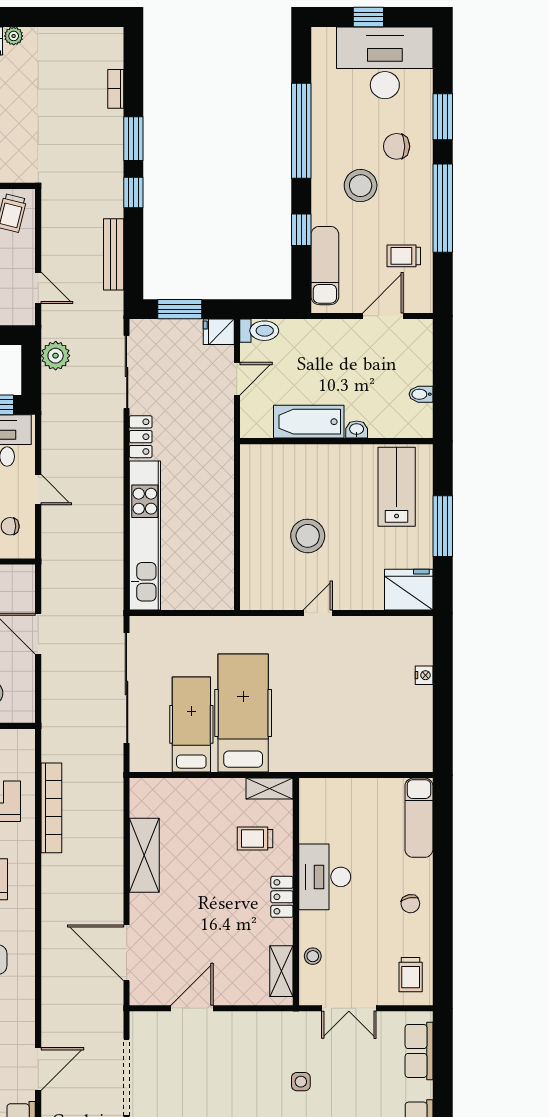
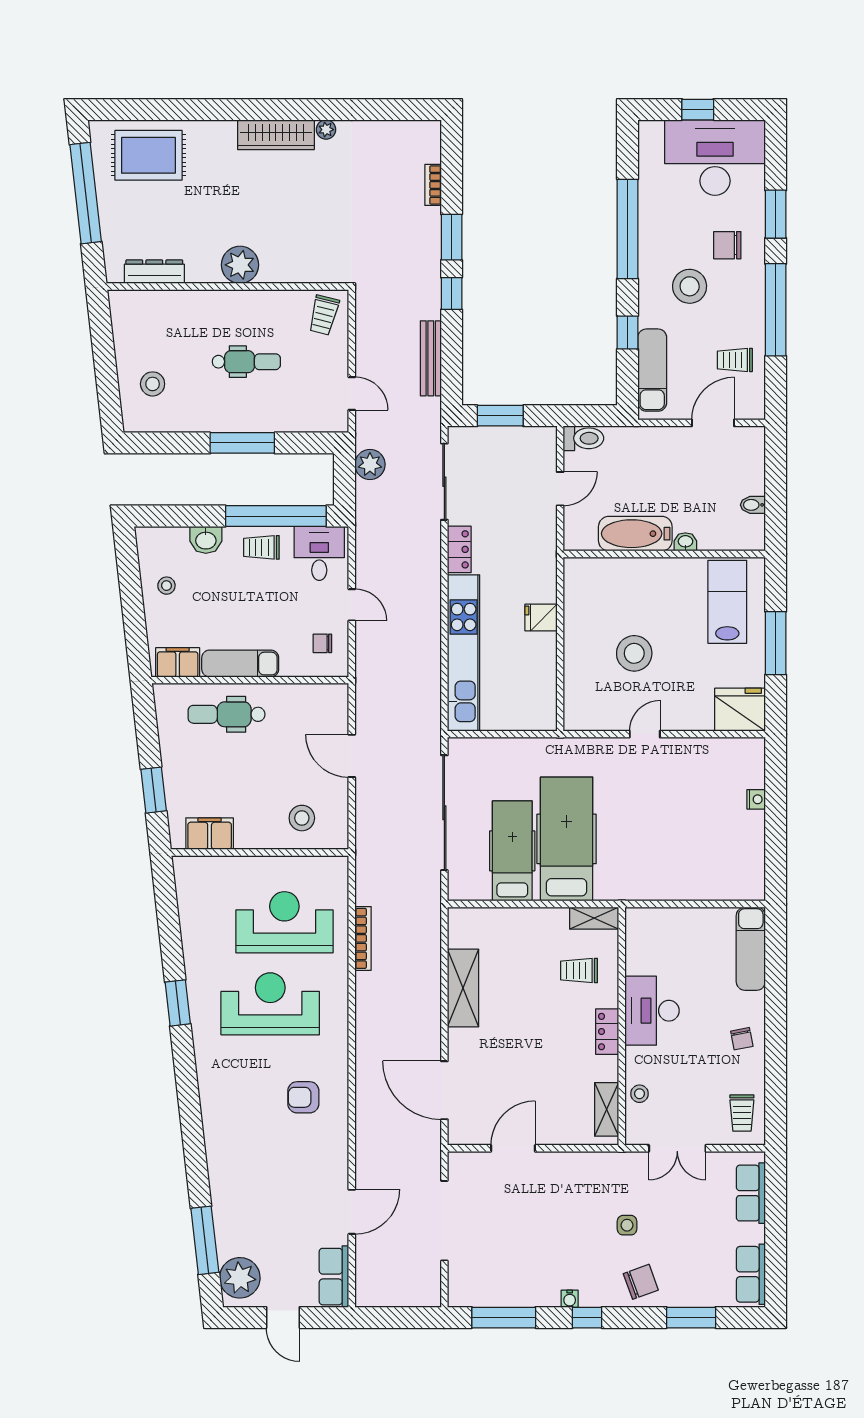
fridge: (219, 332) -> (541, 617), moved
bookcase: (51, 808) -> (363, 938), width x0.68, depth x0.76

